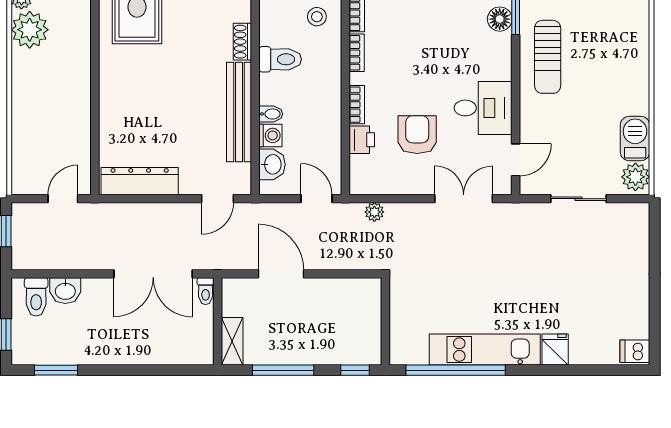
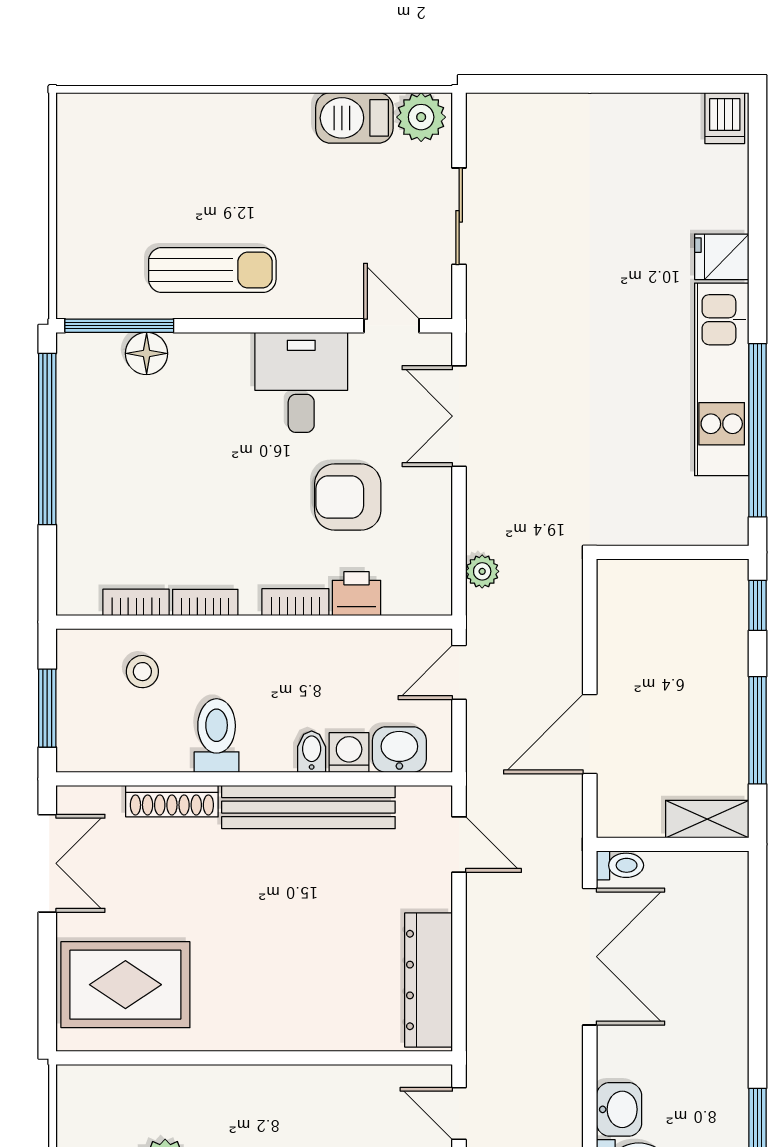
shoe rack: (242, 42) -> (172, 801), width x1.43

